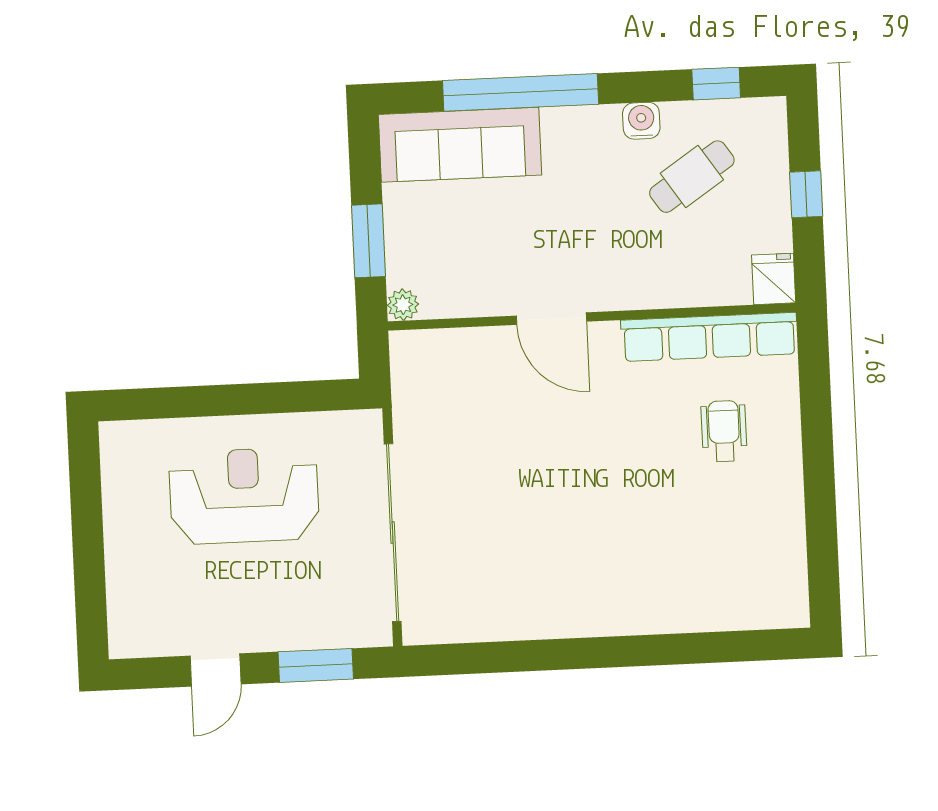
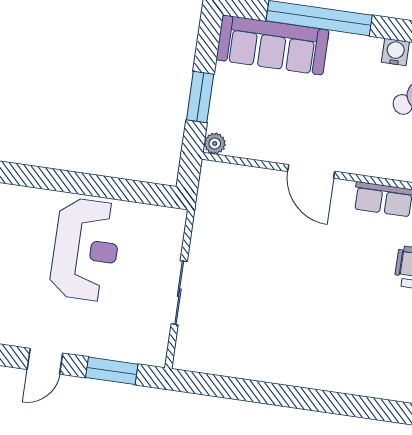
reception desk: (244, 496) -> (86, 250), turned 90
sliding door: (393, 533) -> (179, 293), width x0.54

